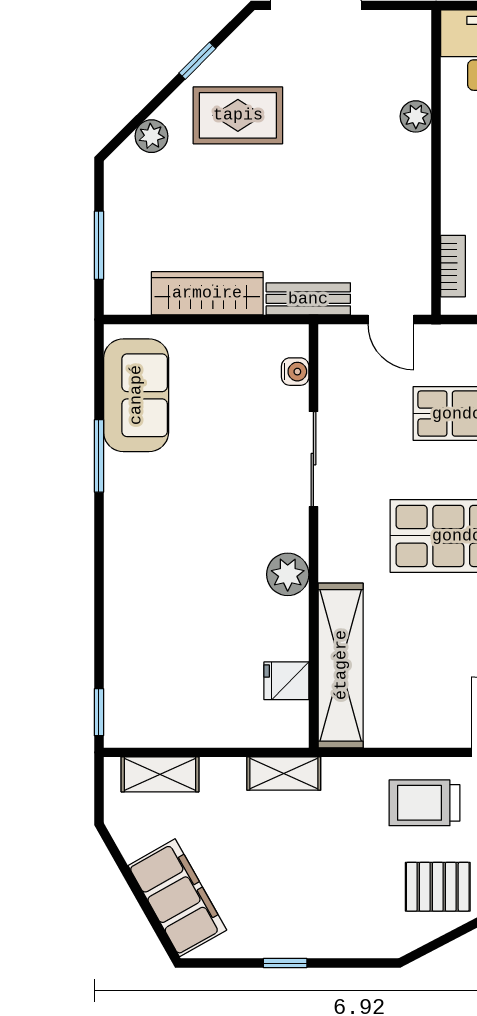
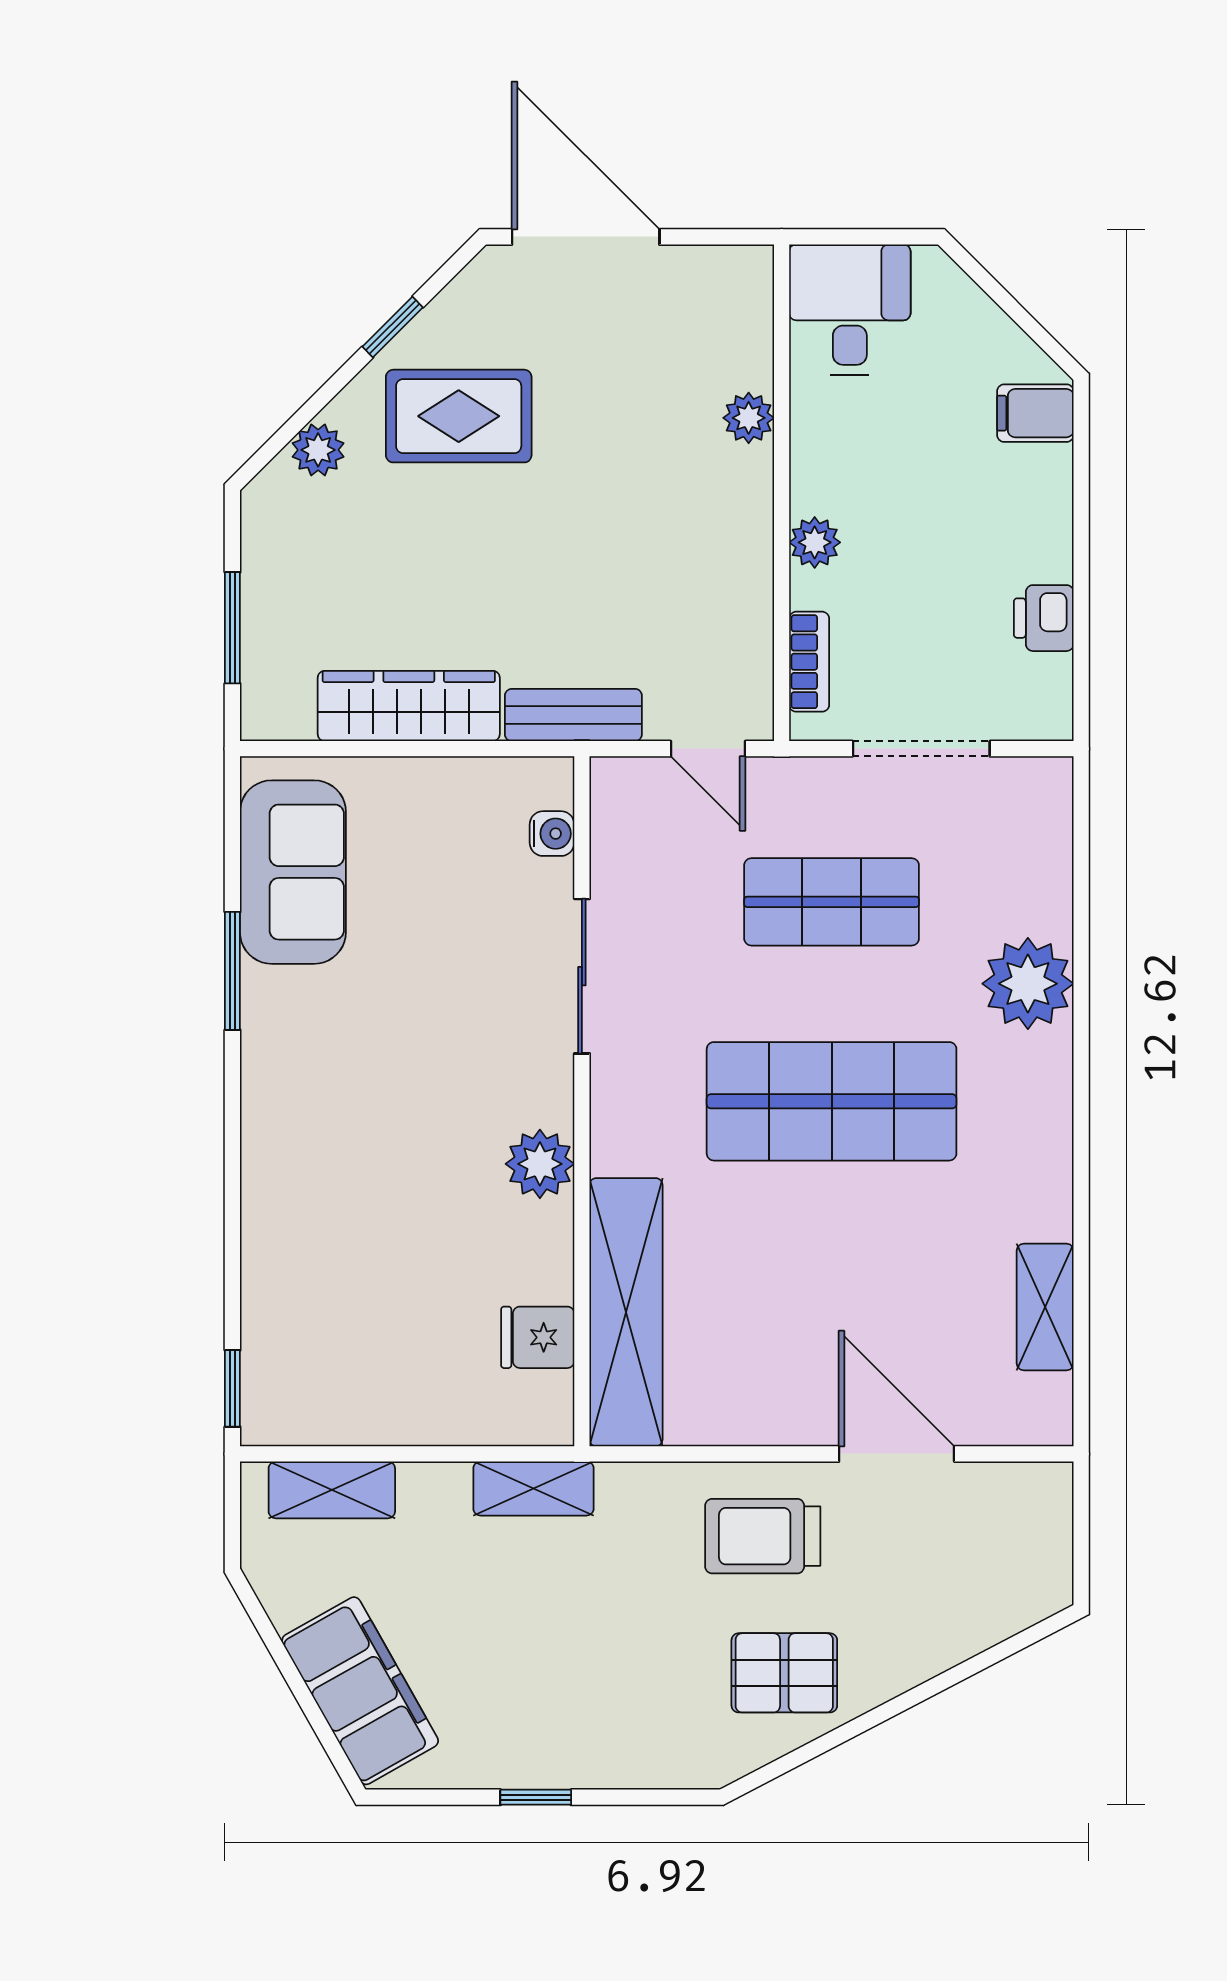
plant: (456, 193) -> (815, 542), added

